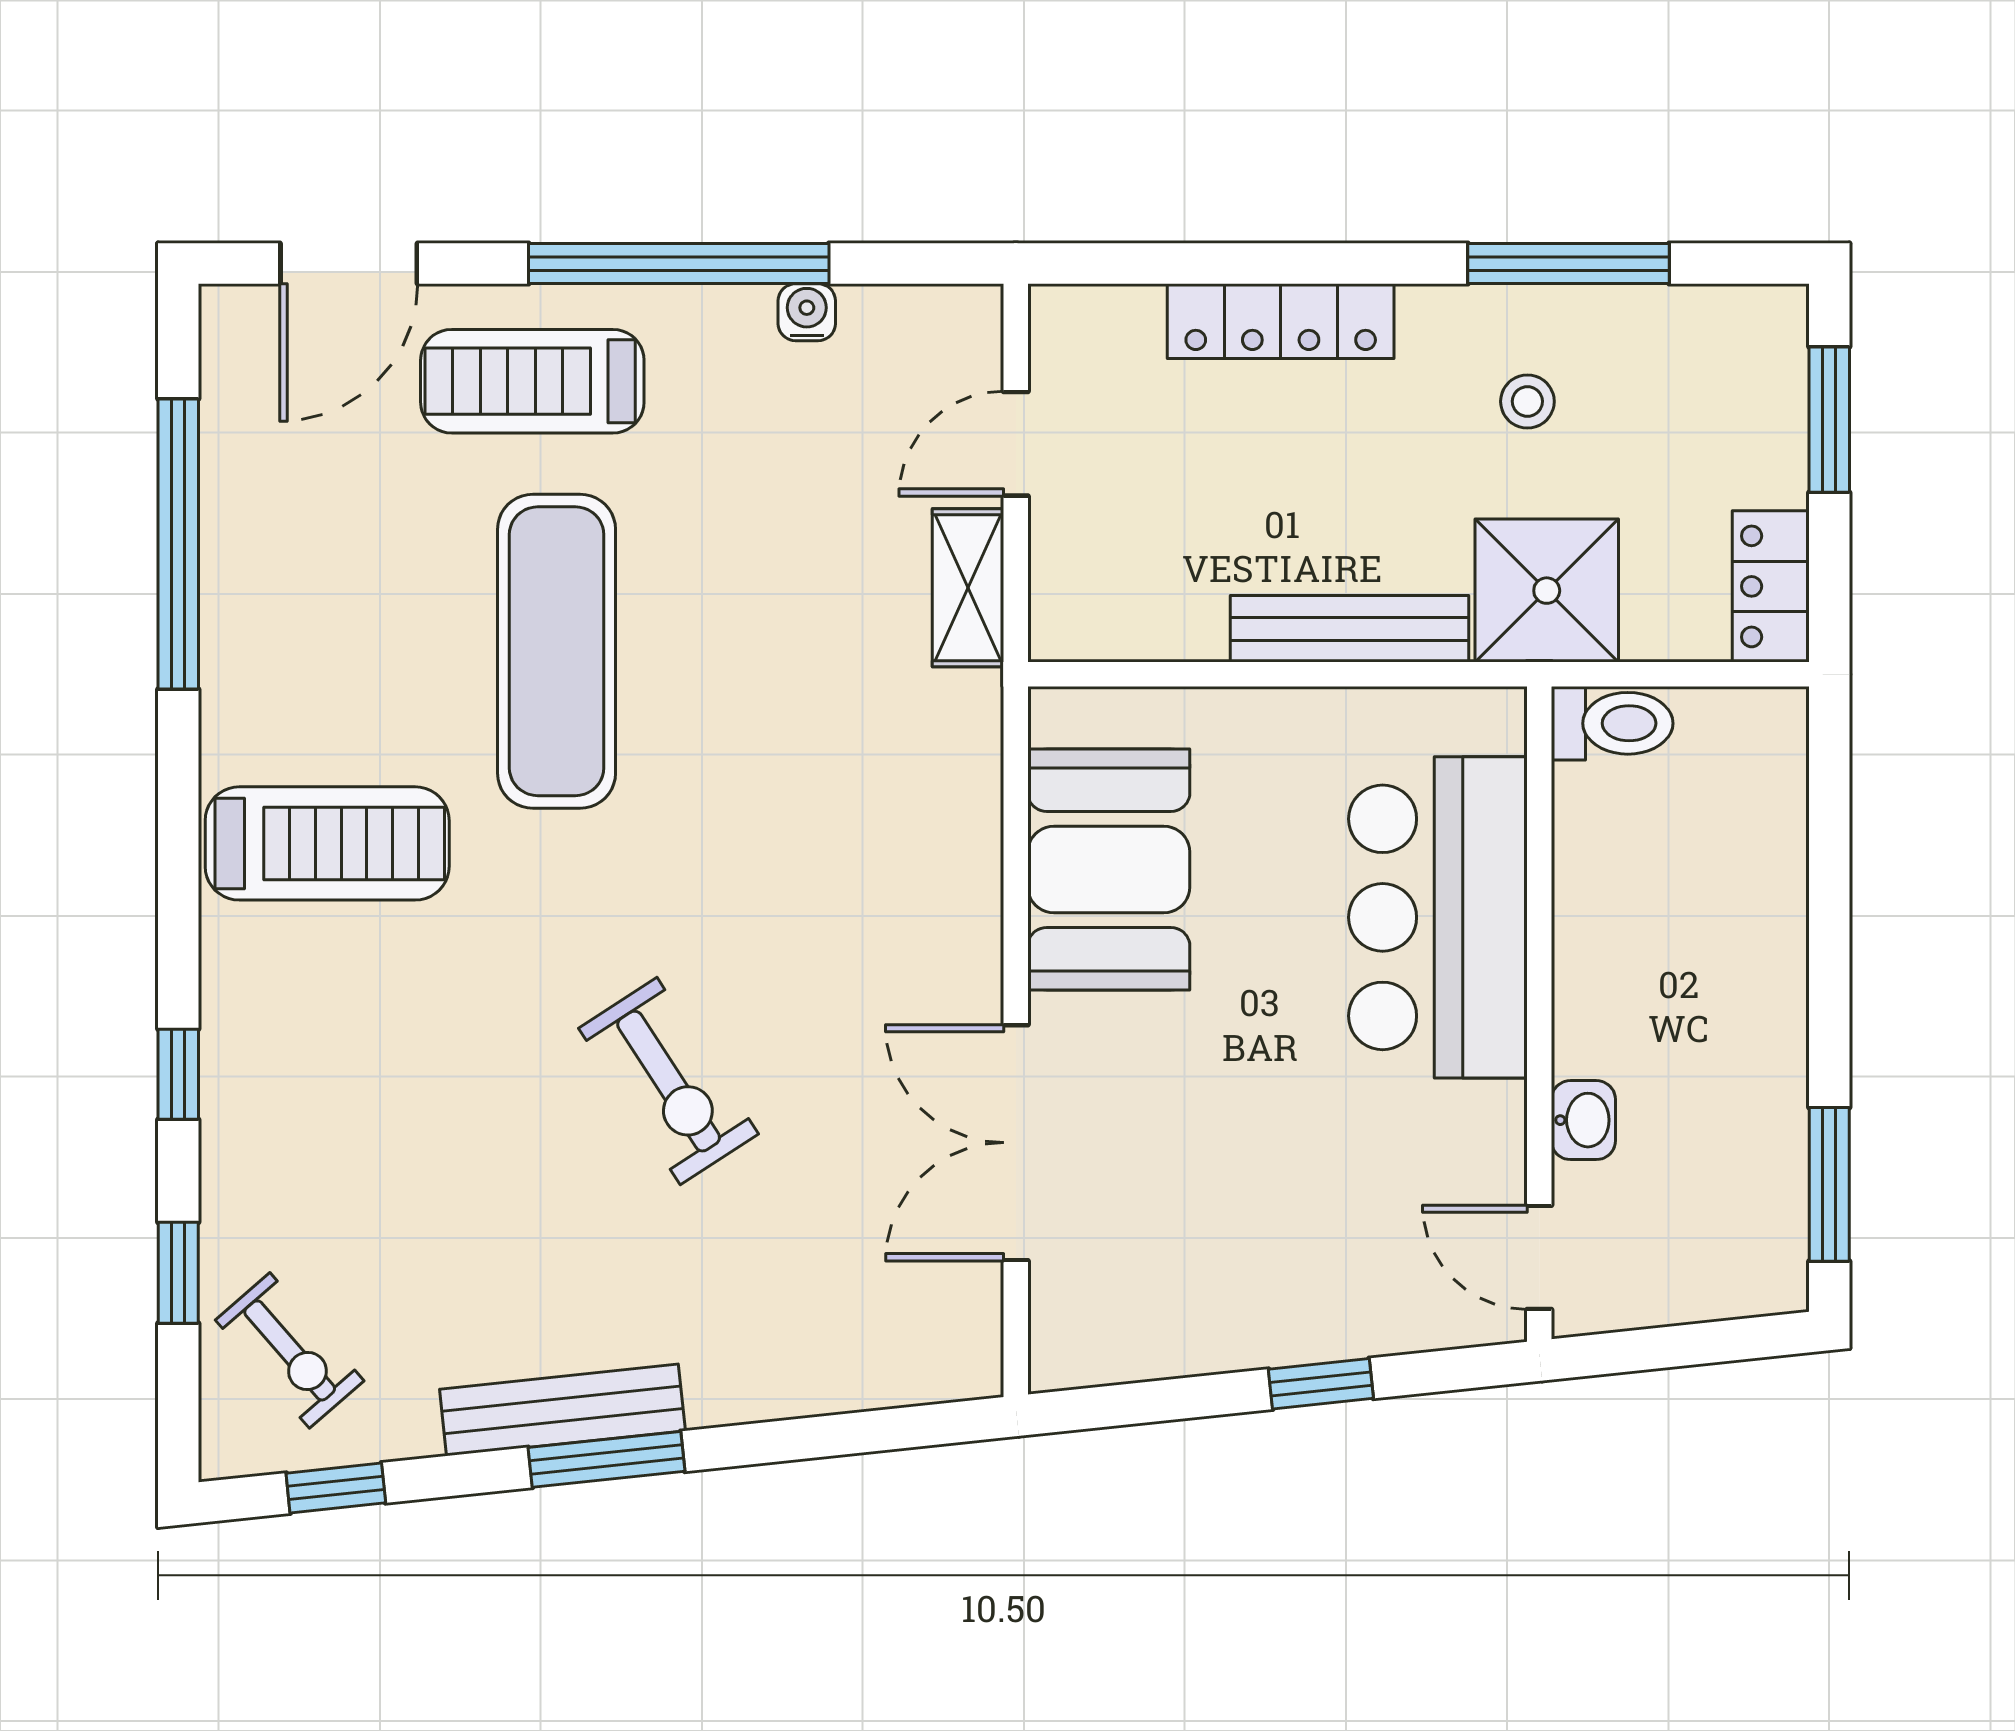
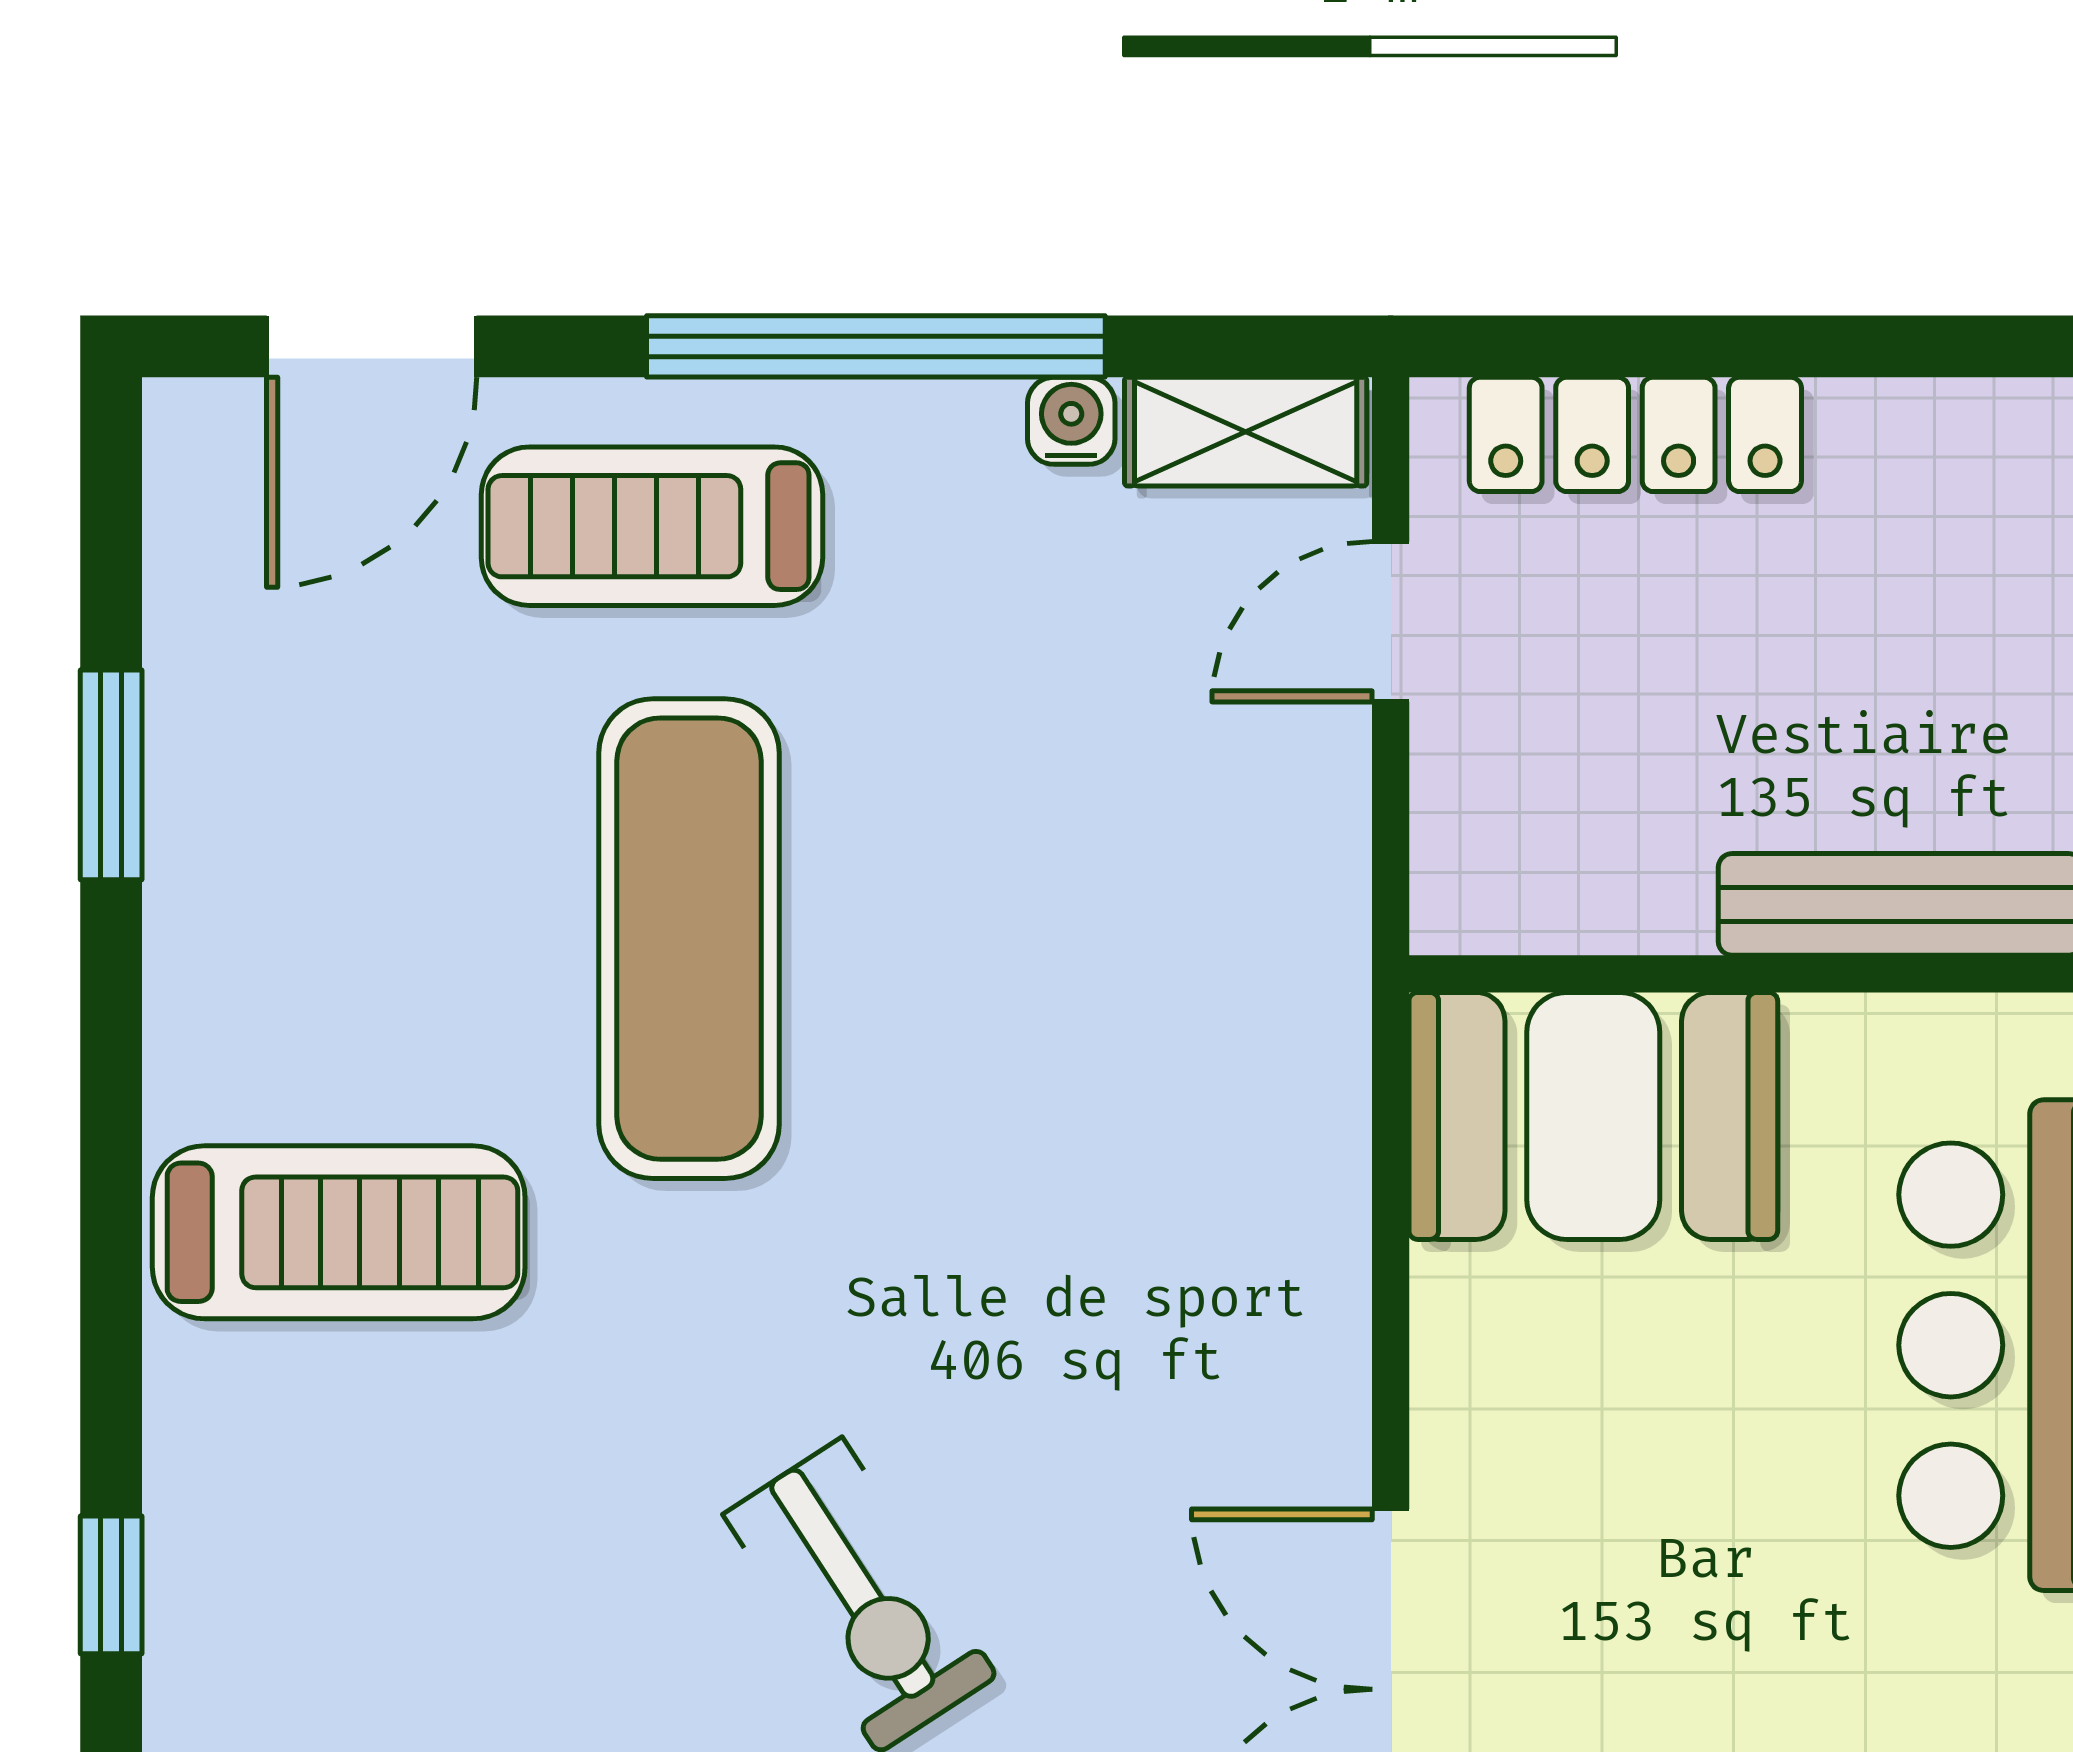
locker: (1281, 321) -> (1635, 434), moved
window: (178, 544) -> (111, 775), width x0.47
shelving: (968, 588) -> (1246, 432), moved, turned 90
booth: (1109, 869) -> (1593, 1116), moved, turned 90

